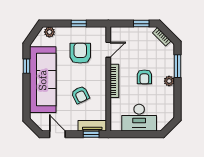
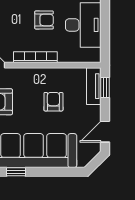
armchair: (144, 77) -> (44, 20), moved
armchair: (80, 95) -> (53, 102), turned -64

